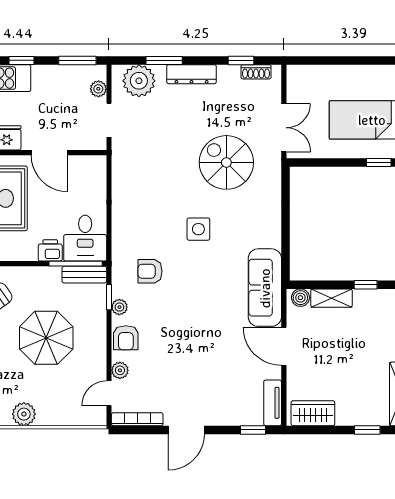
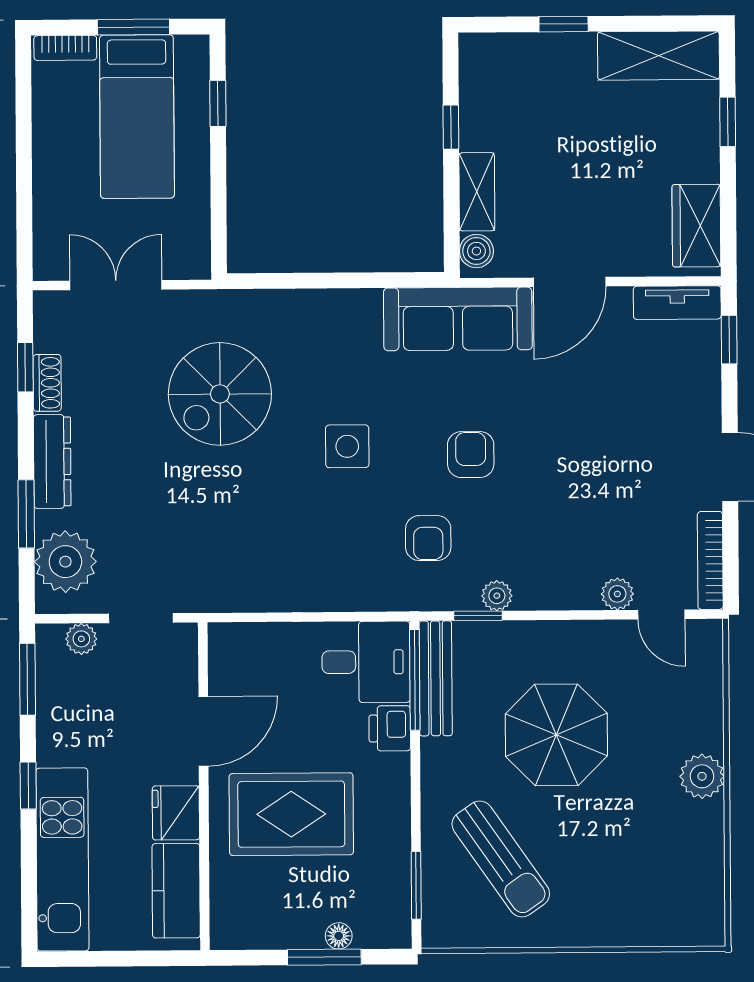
shoe rack: (256, 72) -> (47, 383), moved
double door: (284, 128) -> (116, 285), moved
bench: (84, 275) -> (436, 678), width x1.36
armchair: (126, 338) -> (471, 455), moved, turned -90

